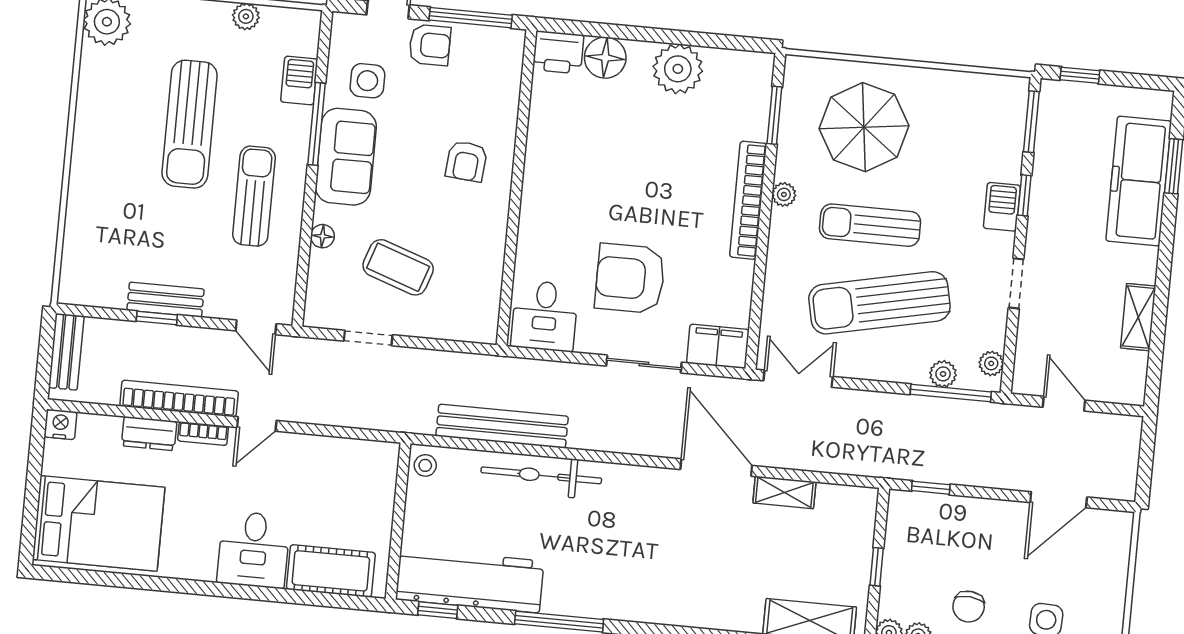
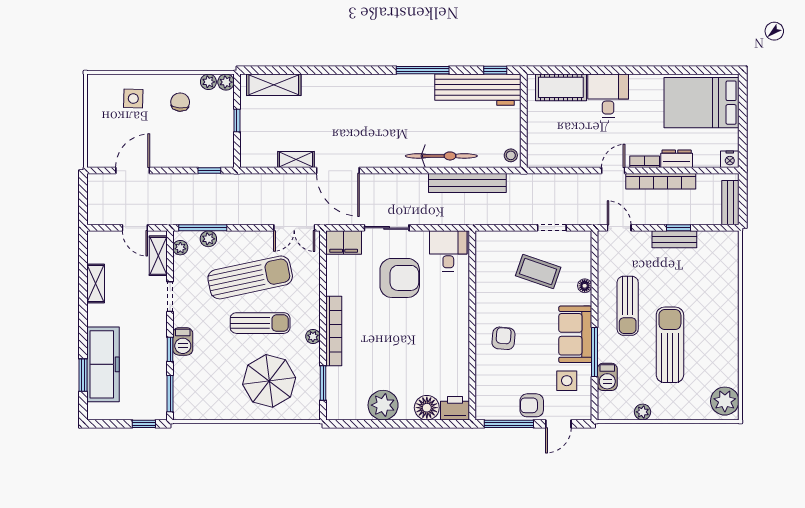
shelving: (1029, 353) -> (158, 256), added

